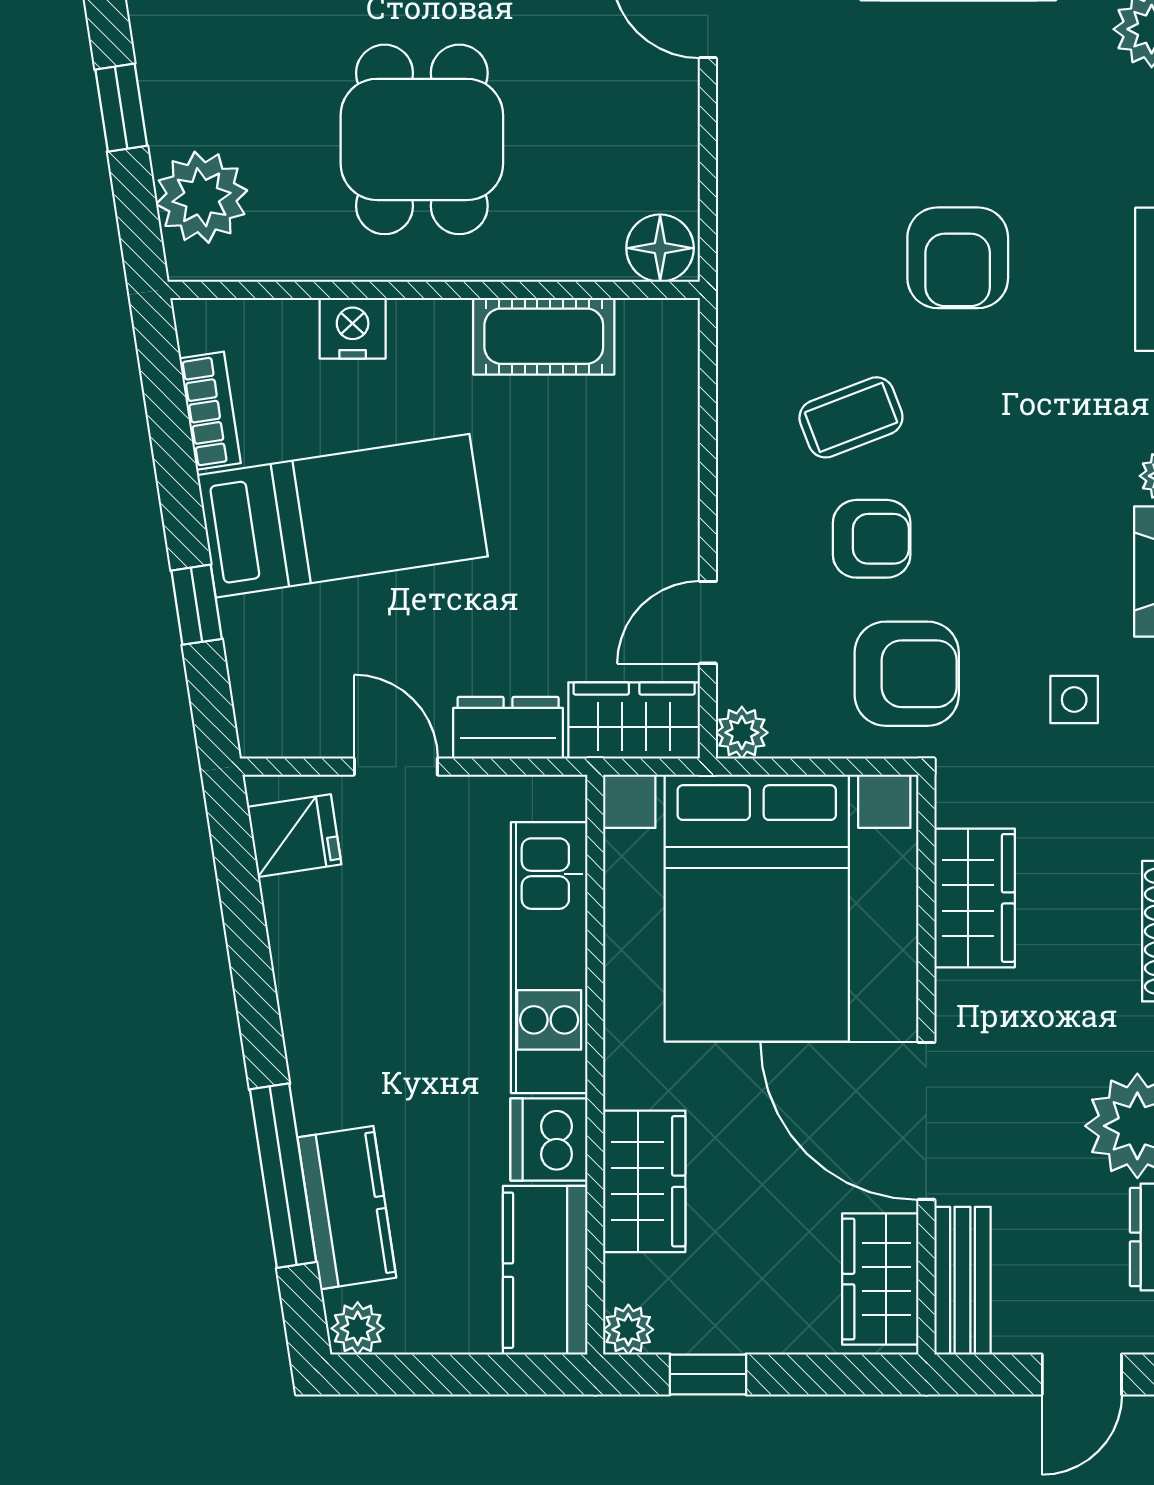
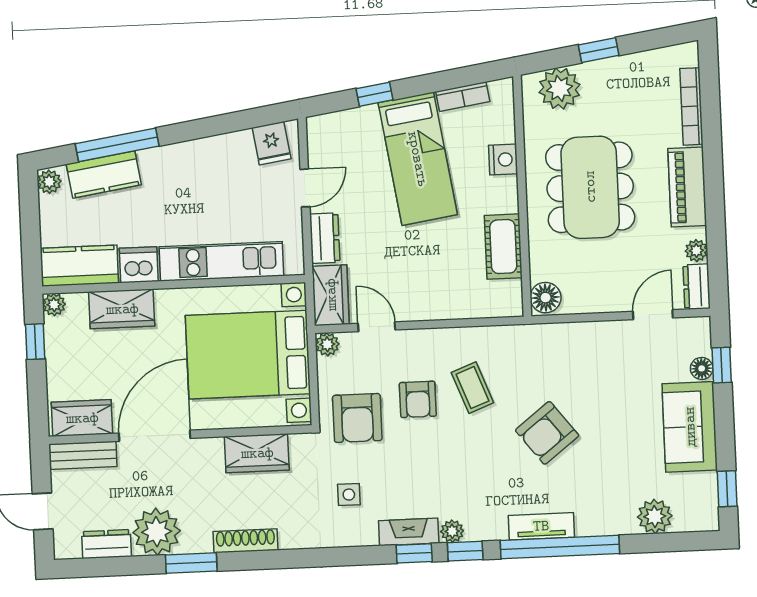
dining table: (422, 139) -> (590, 187), width x1.38
armchair: (958, 258) -> (547, 433), turned -38

